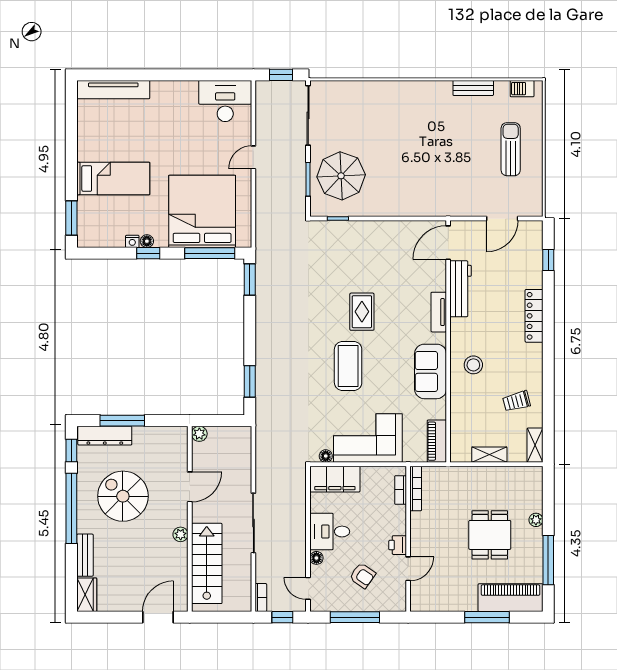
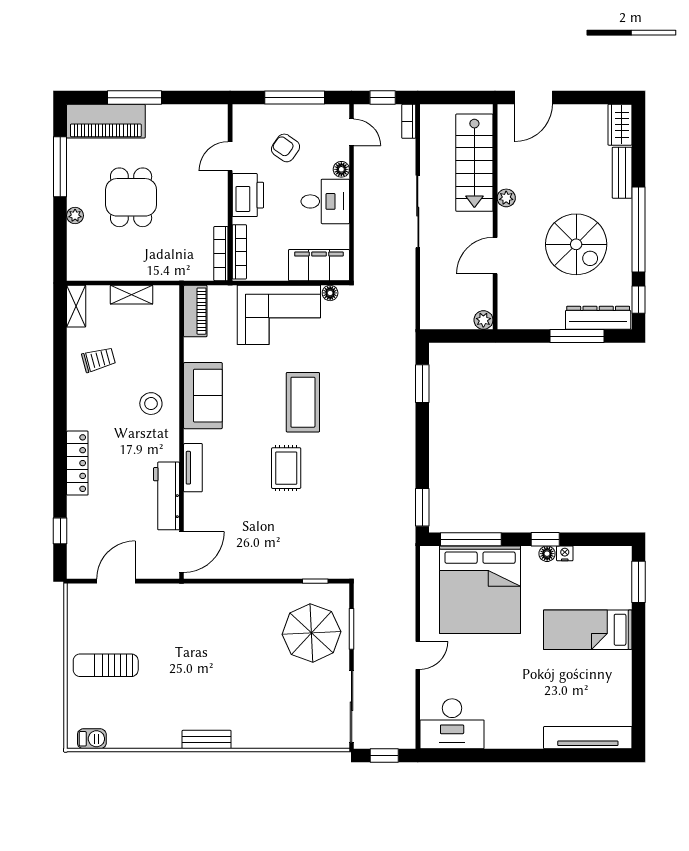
bench: (473, 88) -> (207, 740), moved
sun lounger: (511, 149) -> (106, 665), turned 90
bookcase: (401, 490) -> (239, 252), width x1.56
printer: (398, 545) -> (248, 195), width x1.87, depth x1.48

